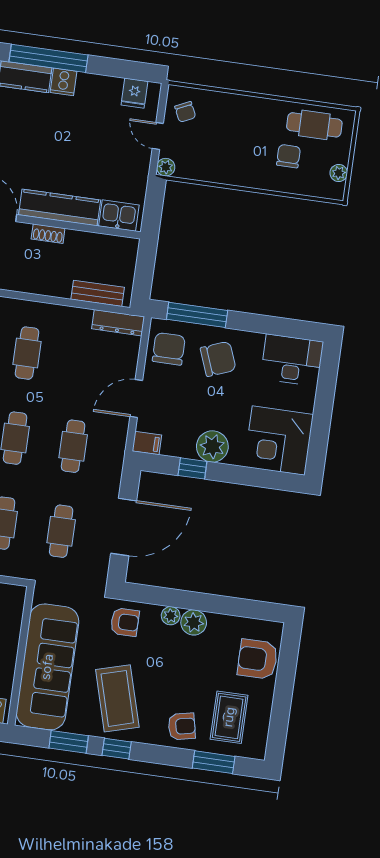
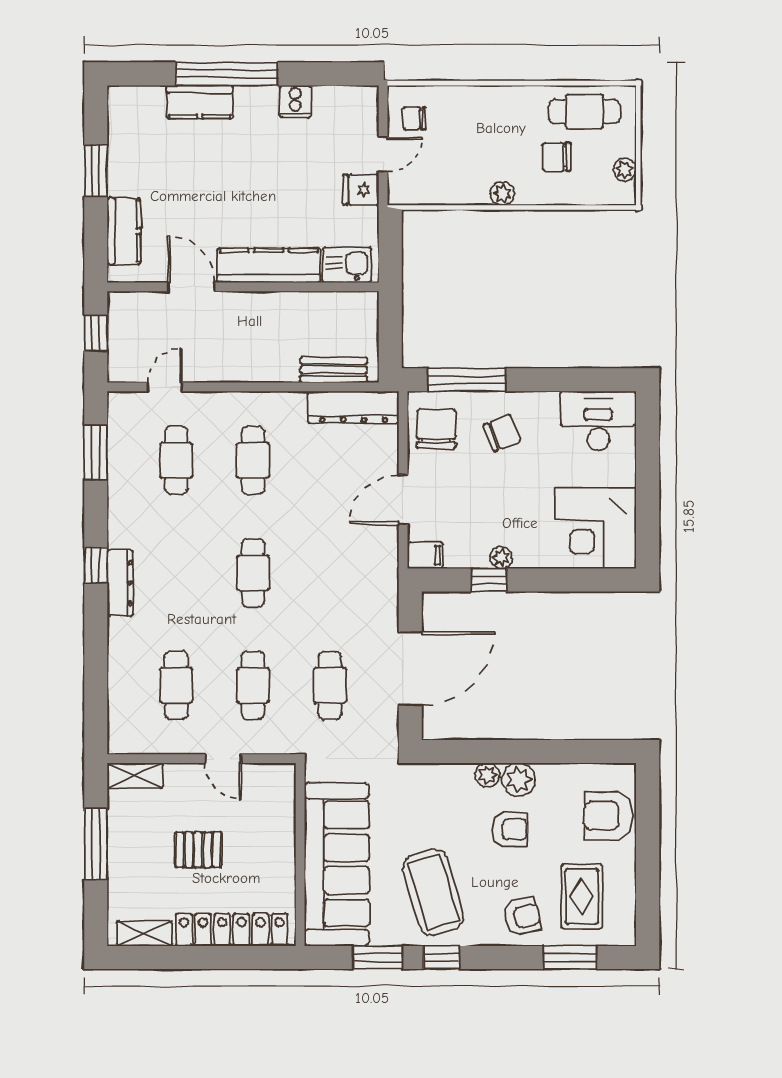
cooker: (64, 82) -> (295, 102), moved
fridge: (134, 93) -> (361, 190), moved, turned 90
chair: (185, 112) -> (414, 118), turned 115
door: (158, 136) -> (383, 155), swing flipped
chair: (289, 156) -> (557, 157), turned -90
plant: (166, 167) -> (502, 194), moved
shoe rack: (48, 234) -> (259, 301), removed
dresser: (118, 323) -> (354, 407), width x1.37, depth x1.24
chair: (218, 359) -> (502, 433), width x0.73, depth x0.73
cafe table: (73, 446) -> (330, 573), removed
plant: (212, 447) -> (501, 557), width x0.53, depth x0.53
armchair: (125, 622) -> (510, 829), moved

